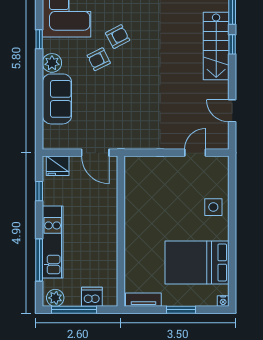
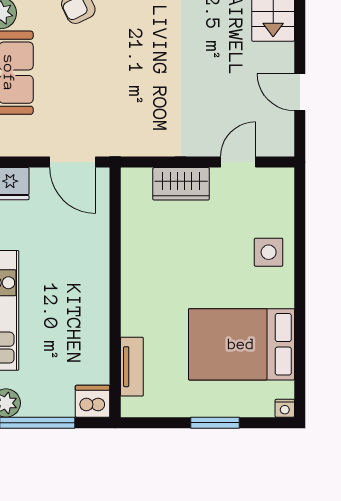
wardrobe: (161, 166) -> (181, 184), added
dishwasher: (92, 297) -> (93, 401), moved
tv unit: (143, 300) -> (132, 367), moved, turned 90

